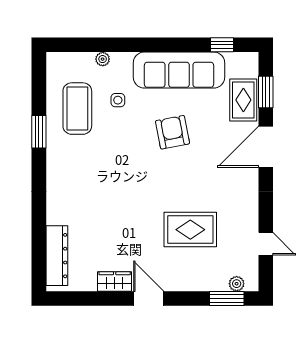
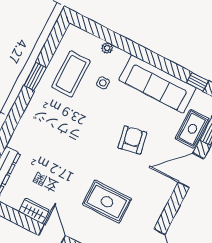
armchair: (173, 132) -> (132, 140), moved

